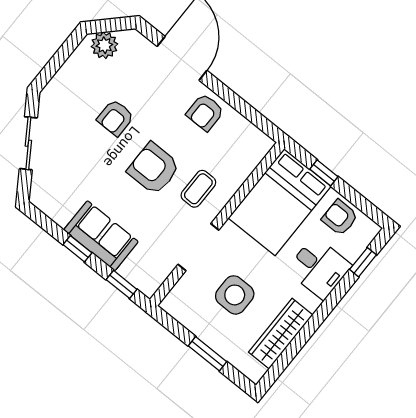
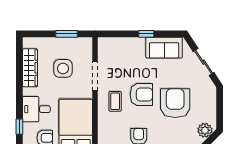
armchair: (115, 118) -> (175, 103), width x1.88, depth x1.88
sofa: (101, 236) -> (164, 48), moved
window: (122, 284) -> (115, 34), removed
window: (208, 354) -> (66, 34), moved

